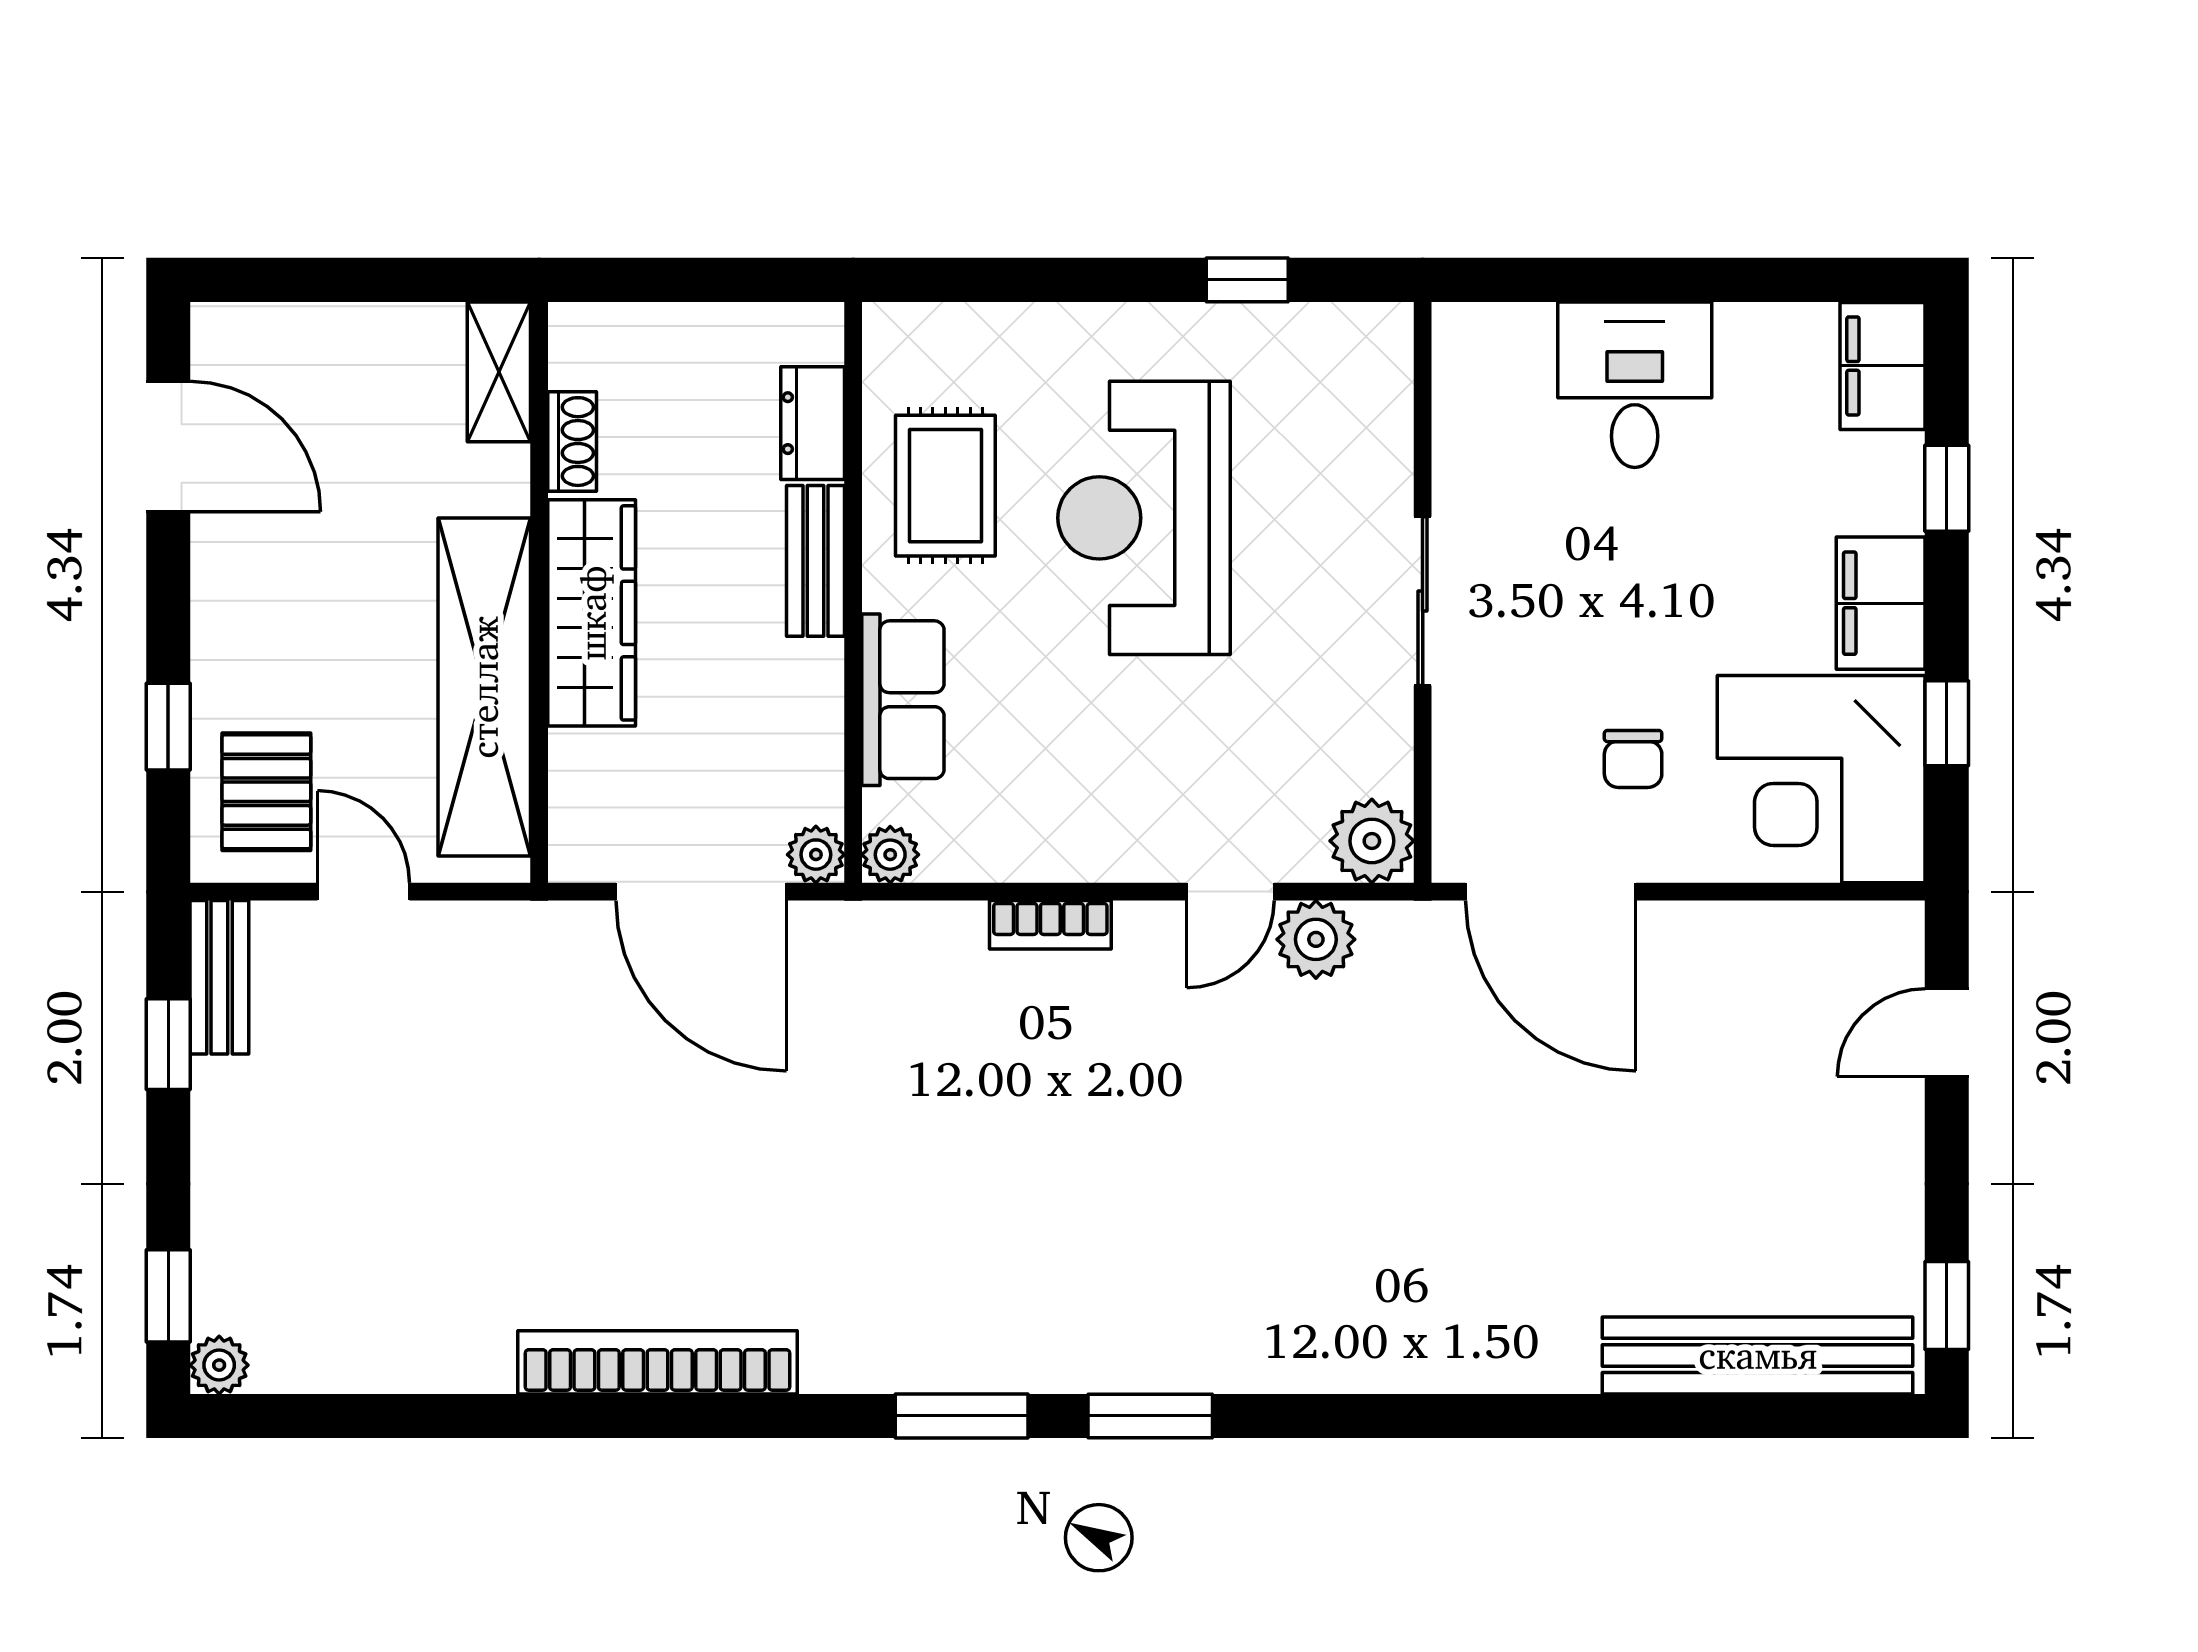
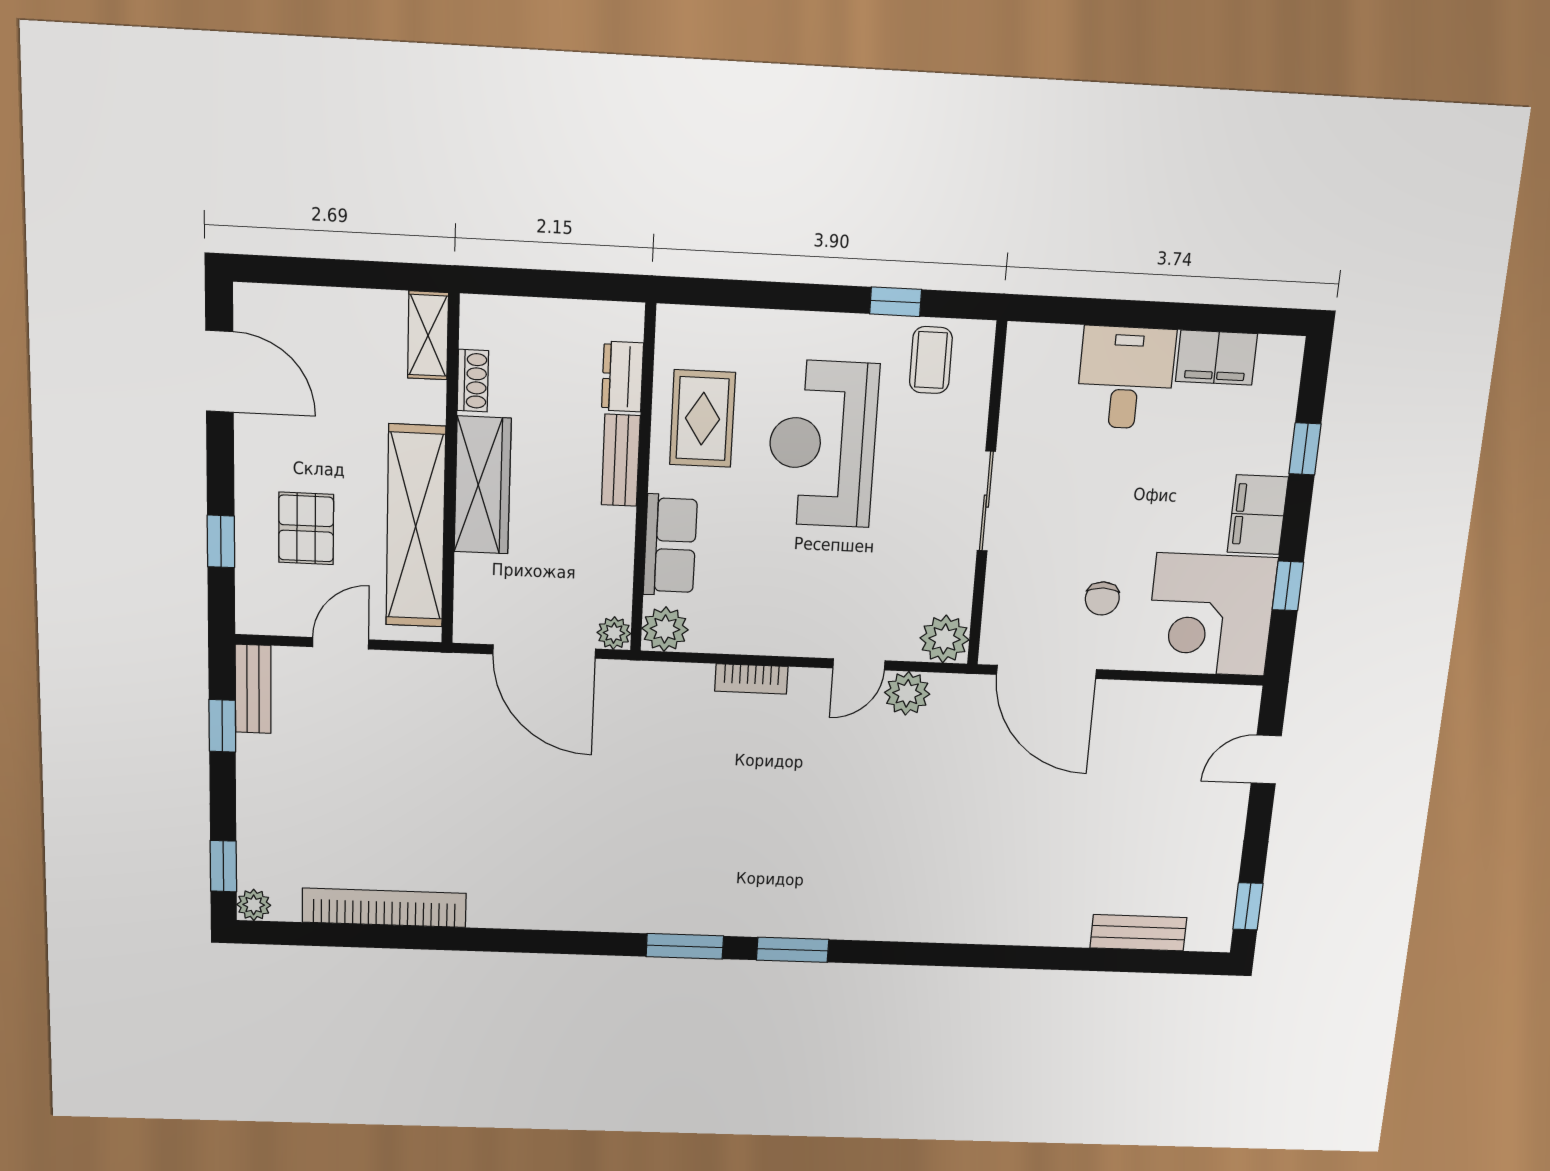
filing cabinet: (1883, 366) -> (1216, 358), moved, turned -90
coffee table: (1312, 371) -> (931, 360), added
pallet: (266, 792) -> (306, 528), moved
plant: (890, 855) -> (665, 629), width x1.38, depth x1.38
door: (364, 892) -> (341, 643), hinge flipped
bench: (1758, 1355) -> (1138, 933), width x0.54, depth x0.82
bookcase: (657, 1362) -> (384, 908), moved

